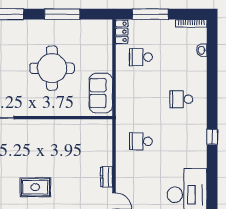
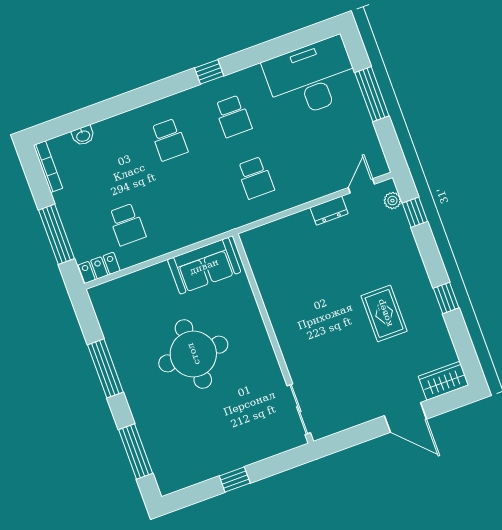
school desk: (181, 141) -> (233, 116), added

